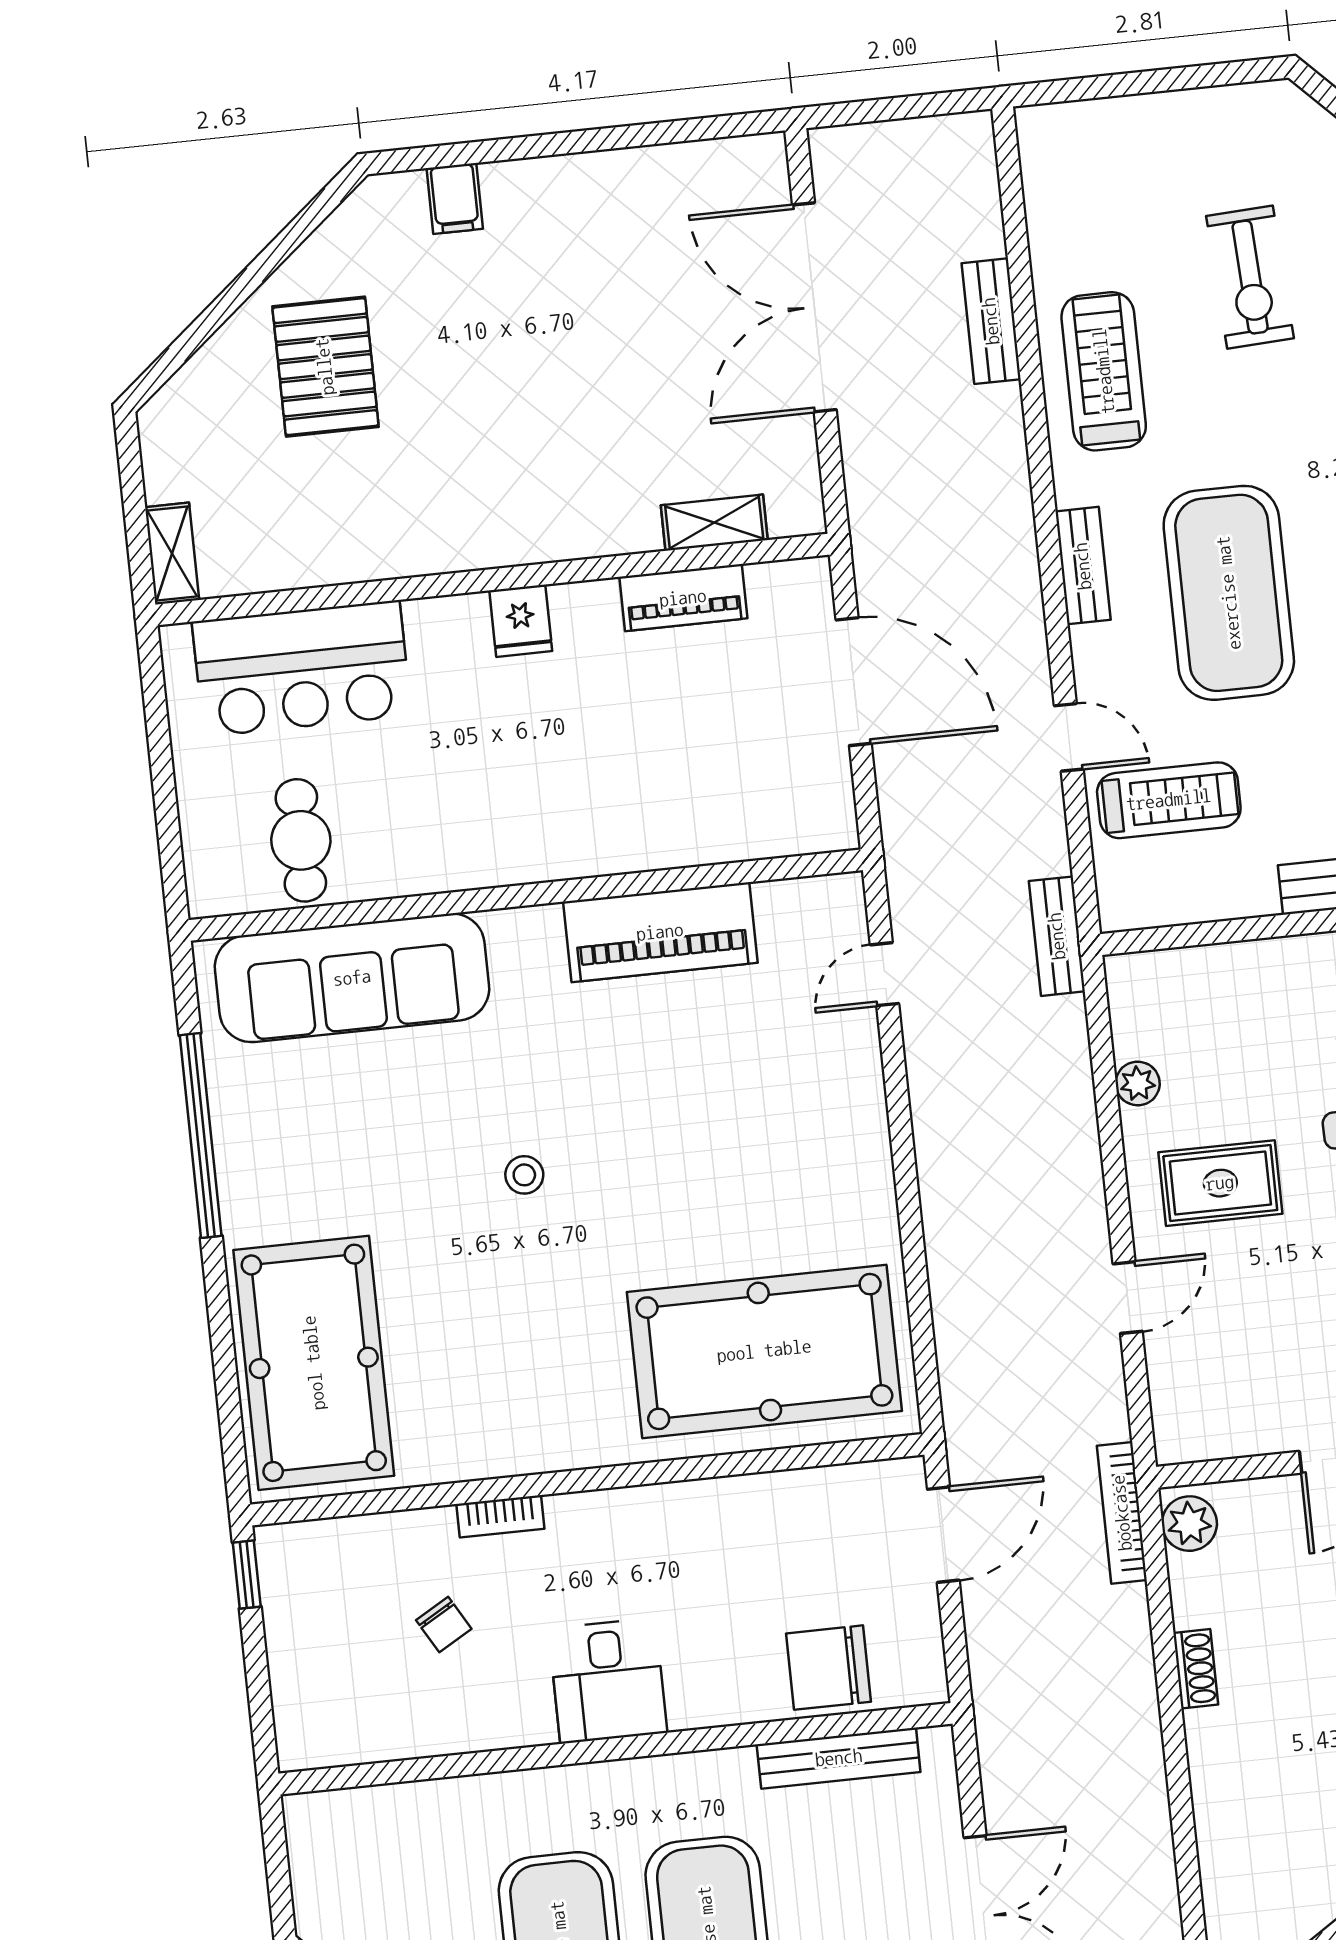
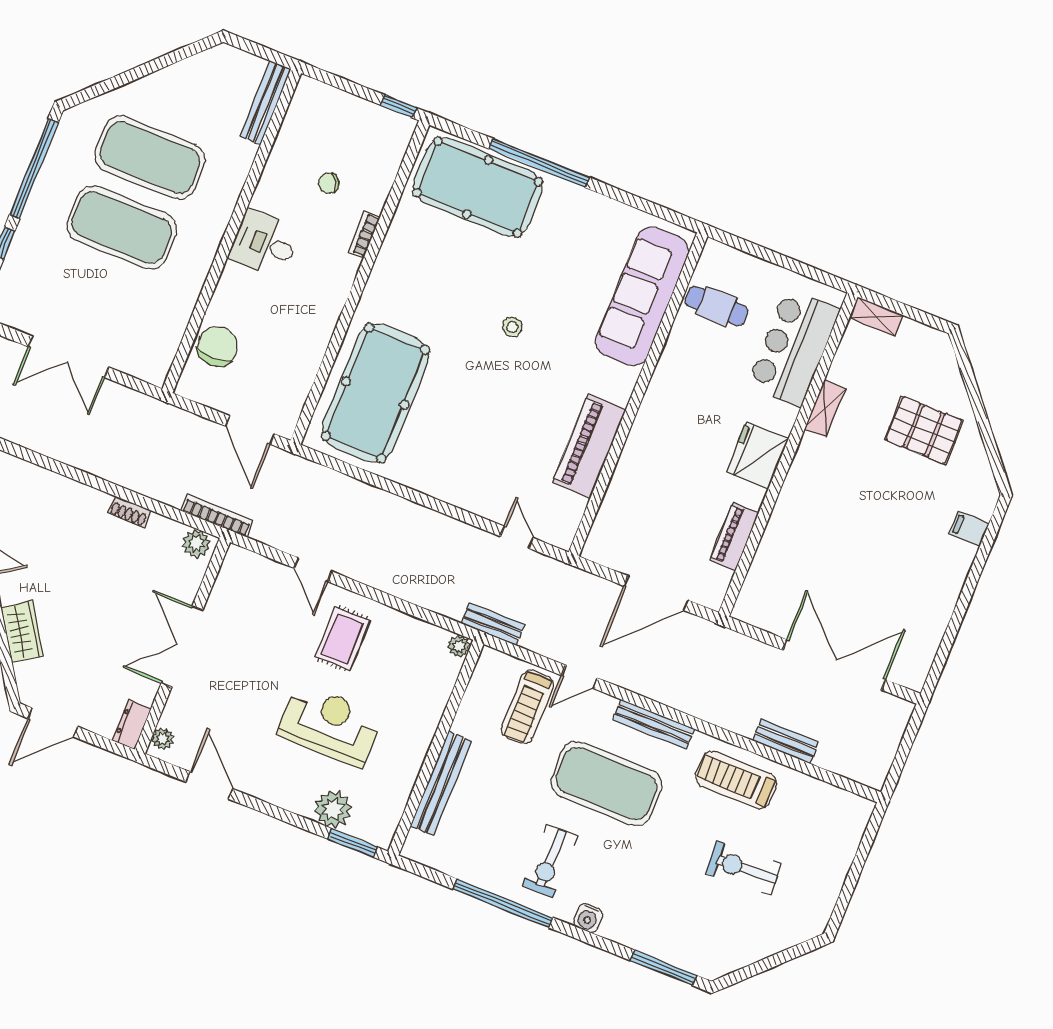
treadmill: (1104, 371) -> (736, 780), turned 180
shelving: (714, 523) -> (825, 409), moved
bench: (1083, 566) -> (654, 724), width x1.36
fridge: (521, 621) -> (758, 455), width x1.88, depth x1.34
plant: (1138, 1083) -> (459, 646), moved
window: (201, 1135) -> (539, 163), moved
bench: (839, 1758) -> (265, 103), moved

